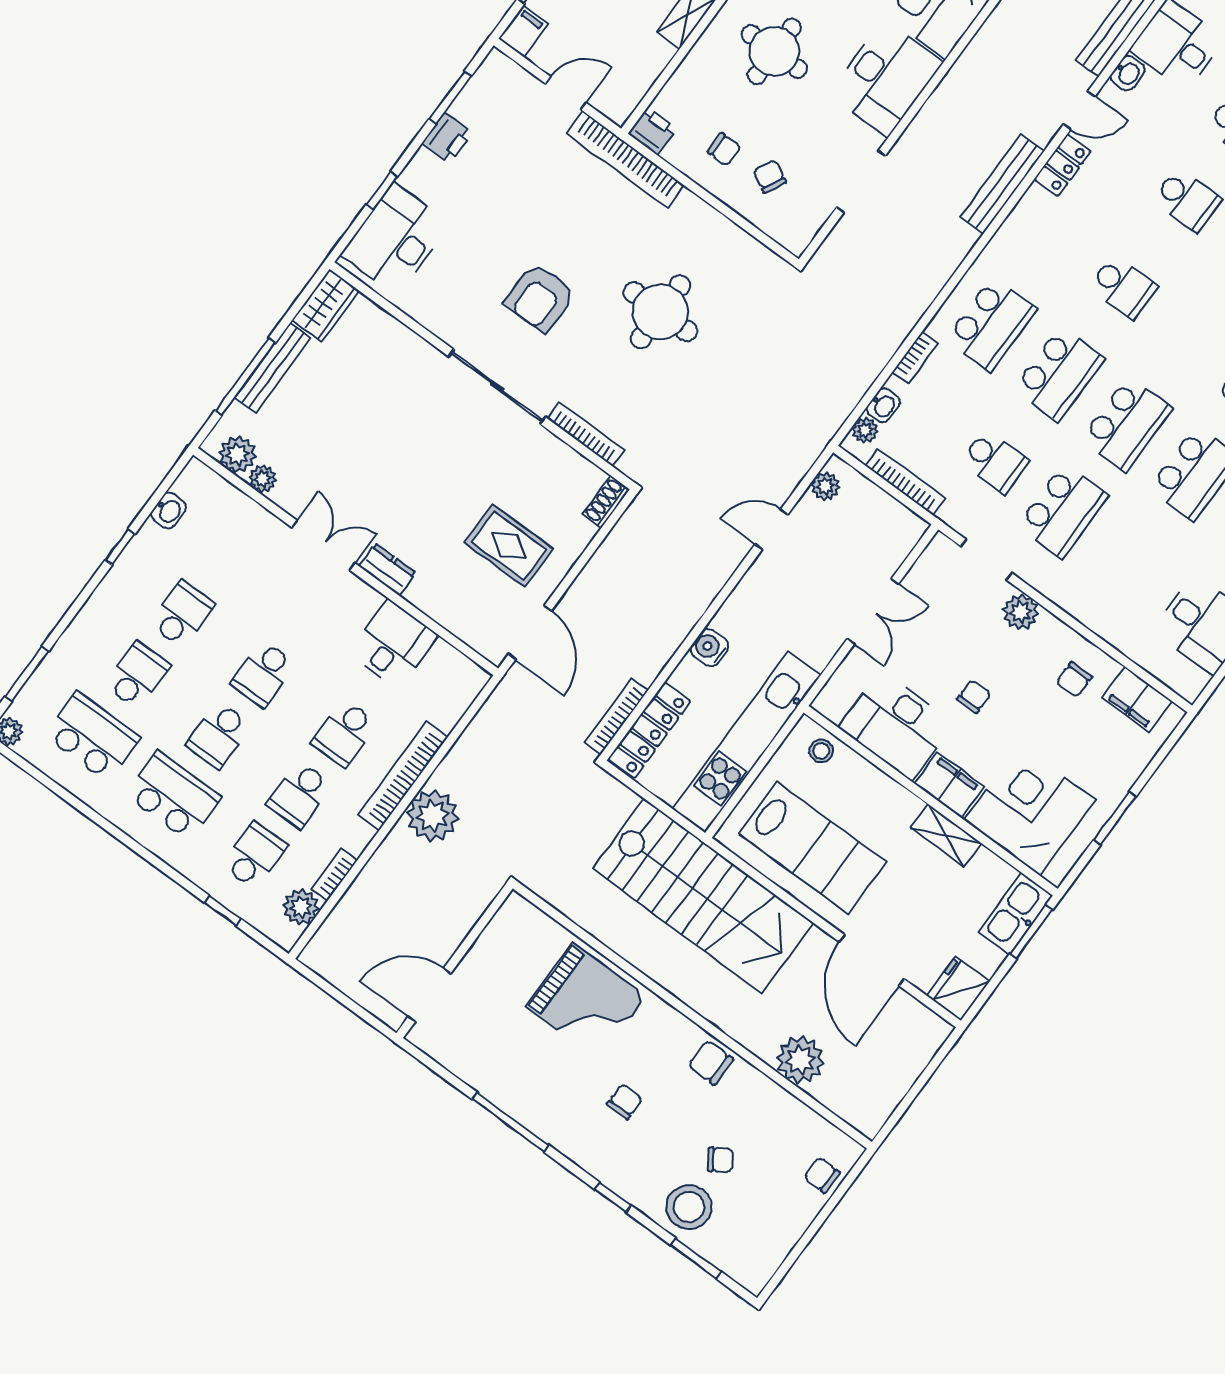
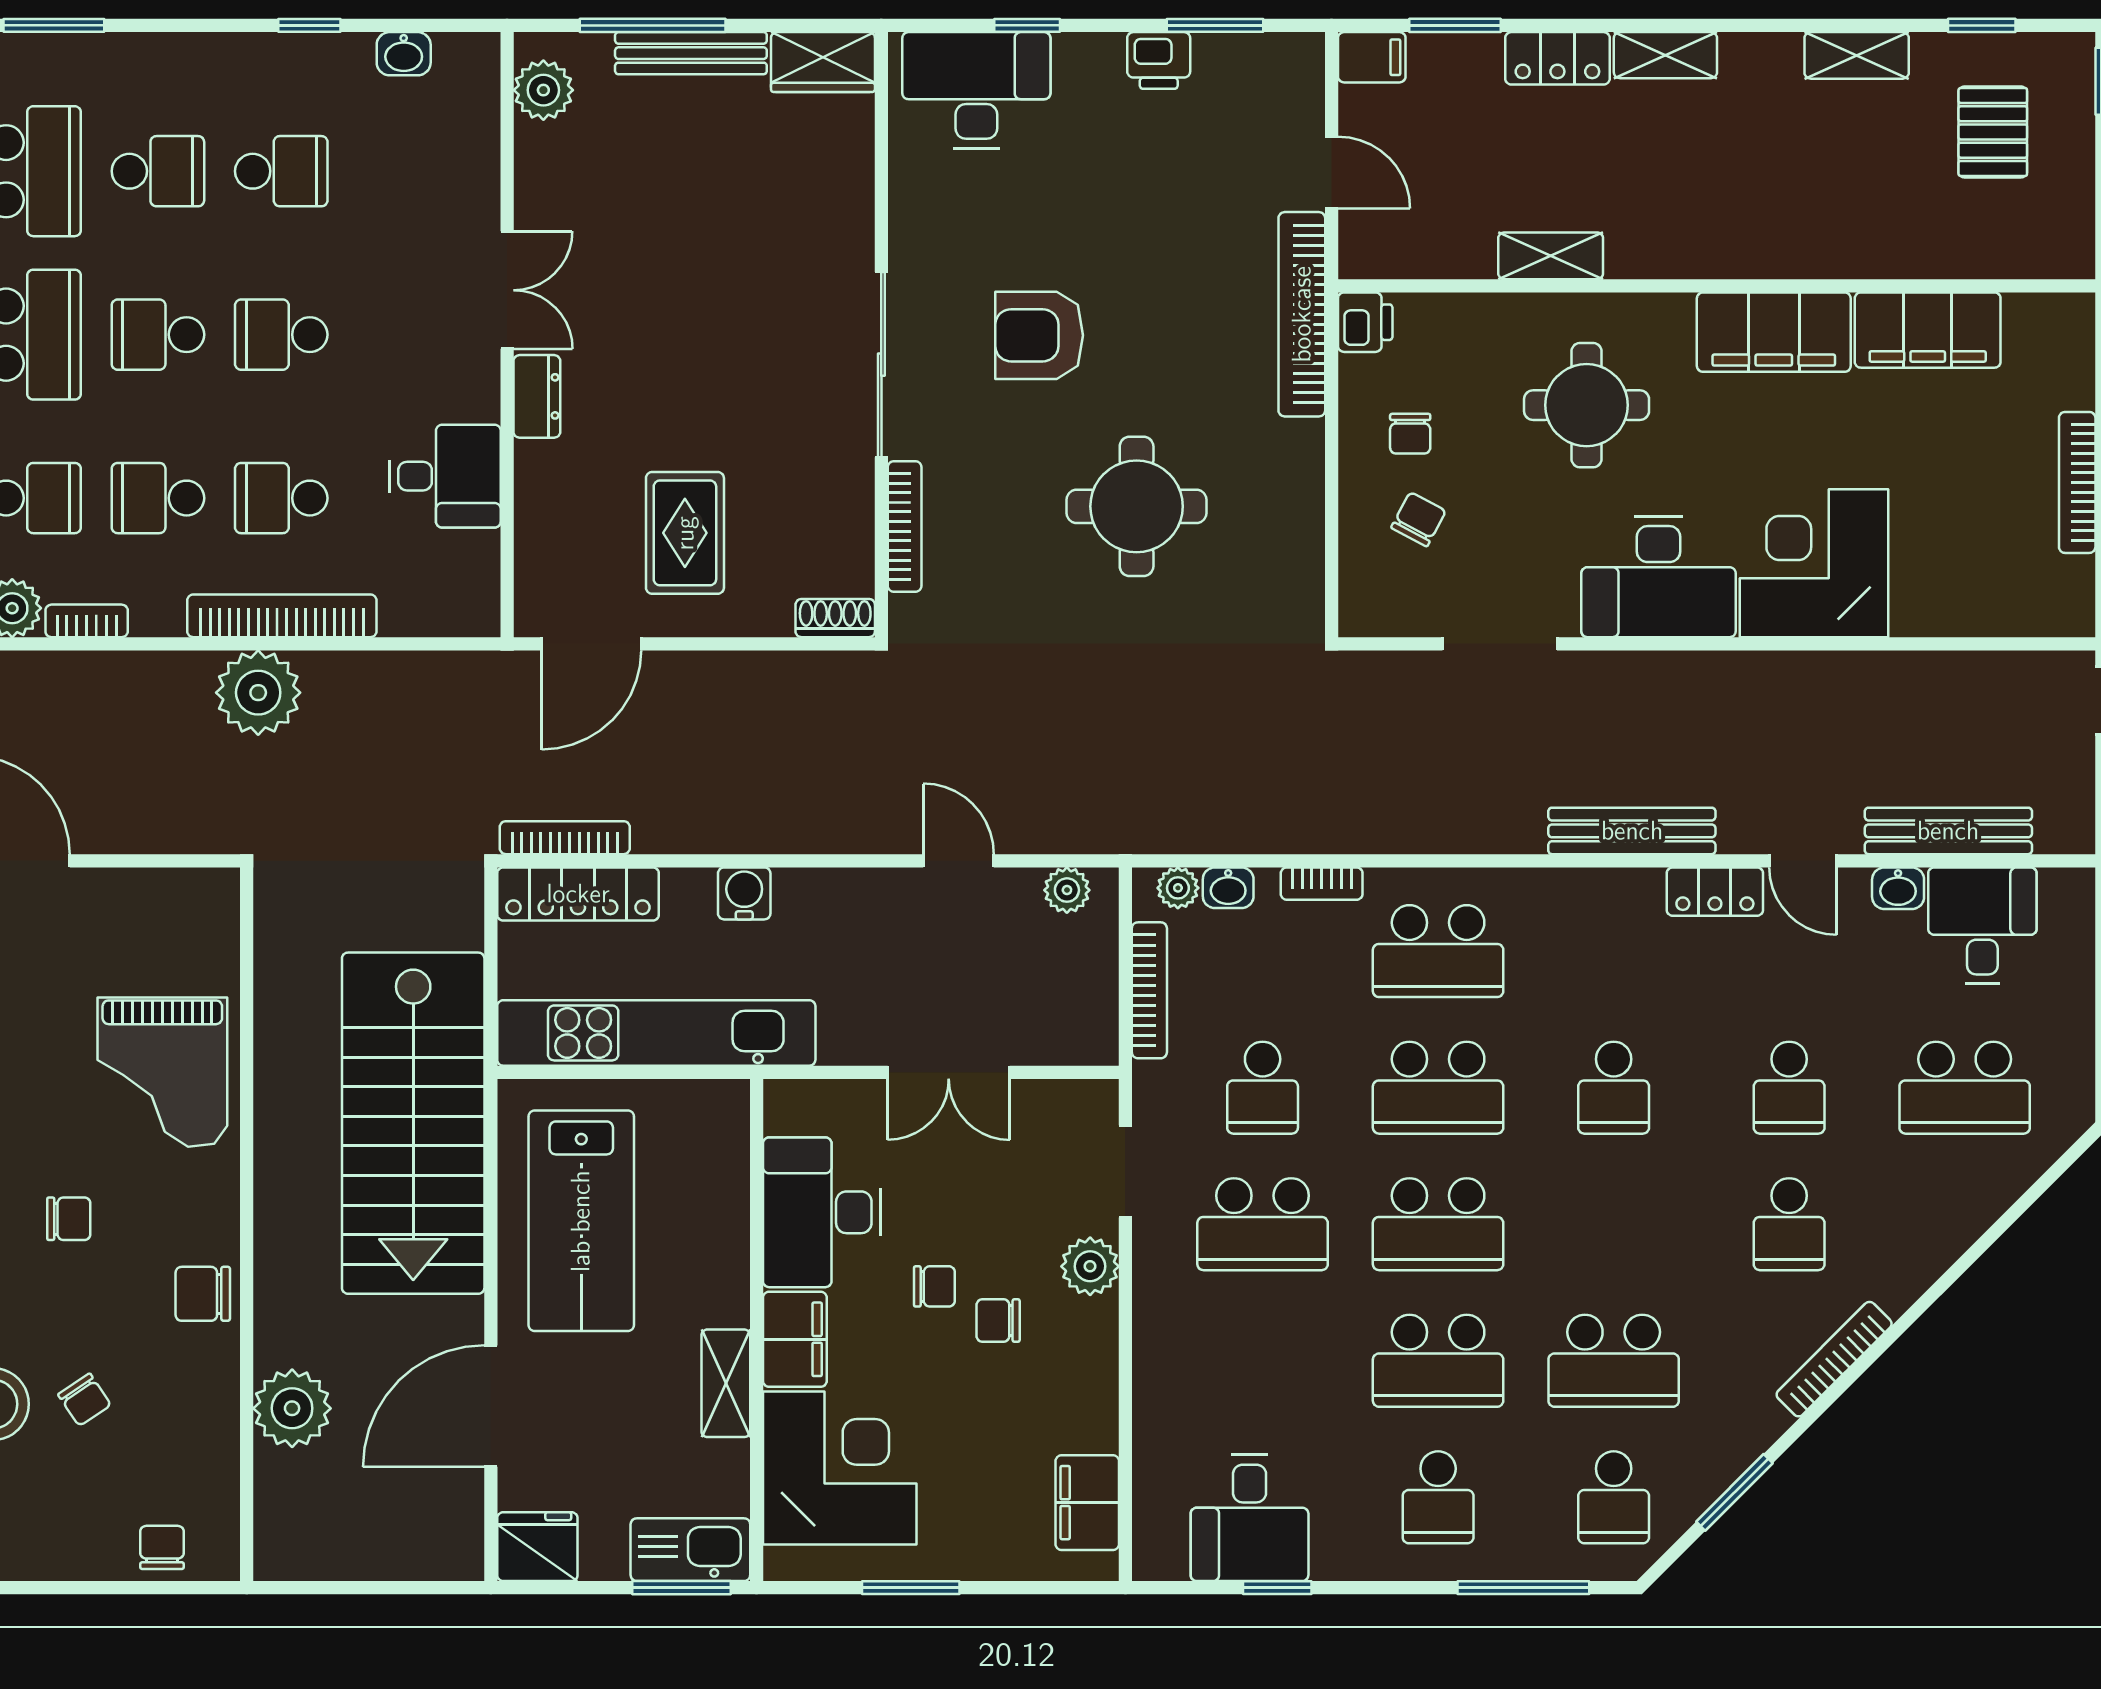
plant: (263, 479) -> (536, 146), removed
chair: (1074, 680) -> (998, 1320), moved
stool: (821, 751) -> (716, 1139), removed
chair: (711, 1062) -> (203, 1294), turned -90

